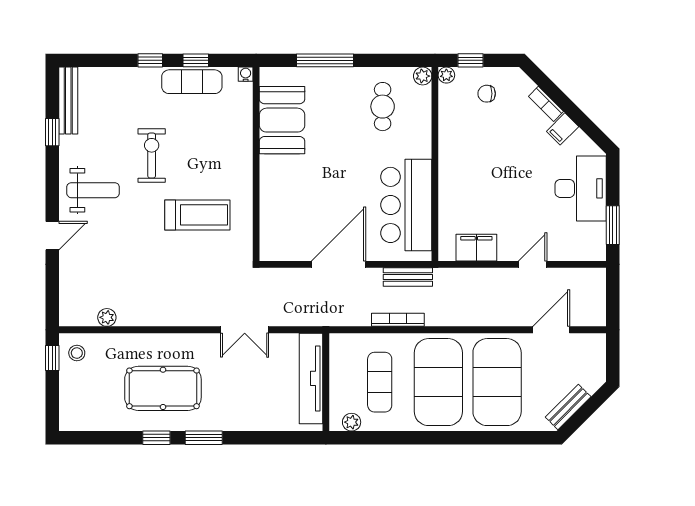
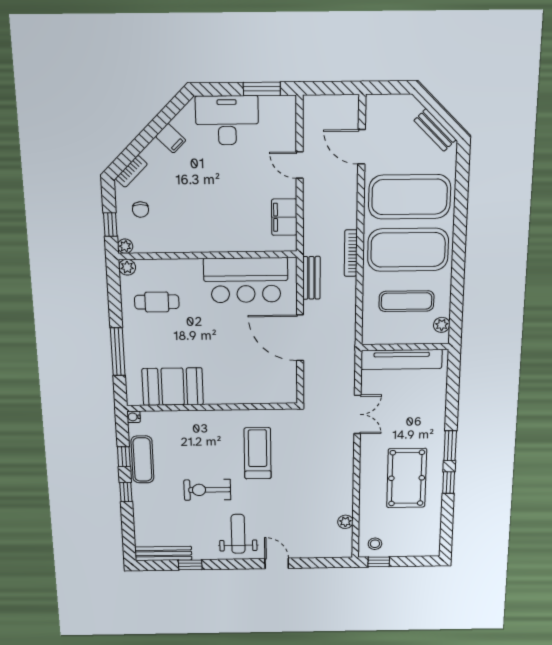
bookcase: (546, 104) -> (131, 171), moved
bookcase: (398, 320) -> (351, 253), moved

